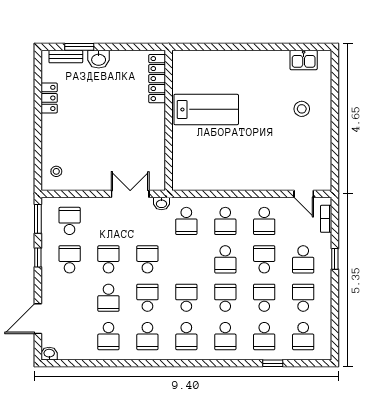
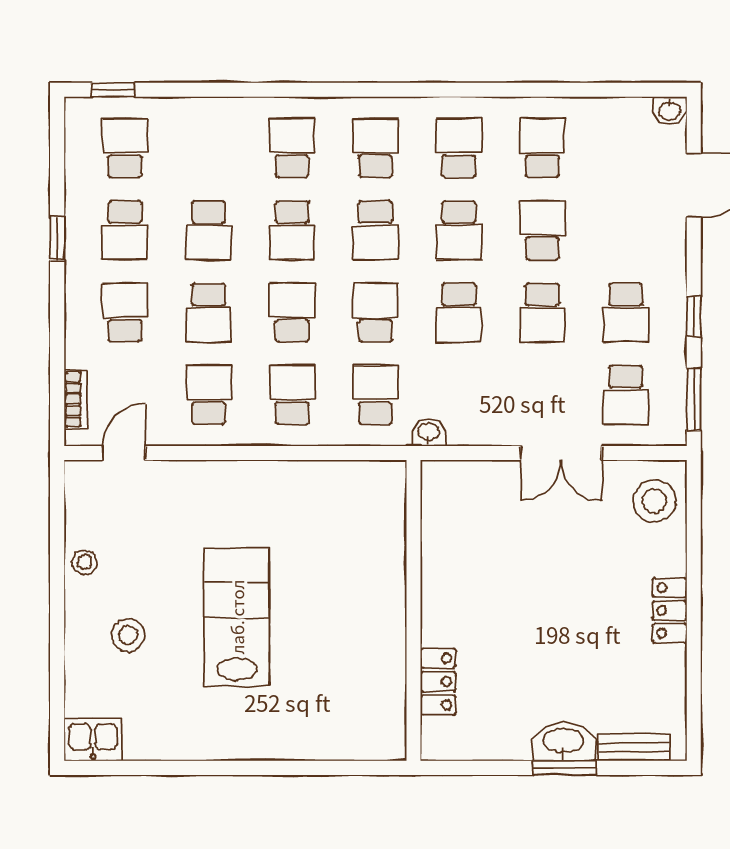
window: (79, 47) -> (565, 768), moved
washbasin: (99, 59) -> (564, 742), width x1.38
kitchen sink: (304, 60) -> (93, 740), moved
locker: (157, 79) -> (438, 682), width x0.66
locker: (49, 98) -> (670, 610), moved
lab bench: (206, 109) -> (237, 617), moved, turned 90
stool: (322, 143) -> (85, 562), added
stool: (56, 171) -> (654, 501), width x1.89, depth x1.89
double door: (130, 194) -> (561, 453), moved
door: (304, 194) -> (124, 453), hinge flipped
window: (335, 259) -> (57, 238), moved
school desk: (264, 336) -> (375, 313), moved
window: (273, 363) -> (113, 90), moved

